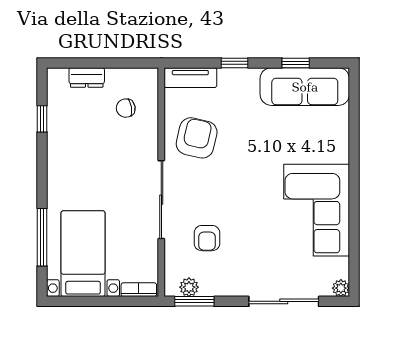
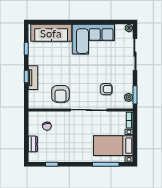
tv unit: (190, 78) -> (33, 78), moved
sofa: (305, 87) -> (51, 33), moved, turned 90
armchair: (197, 138) -> (60, 94), turned -103

